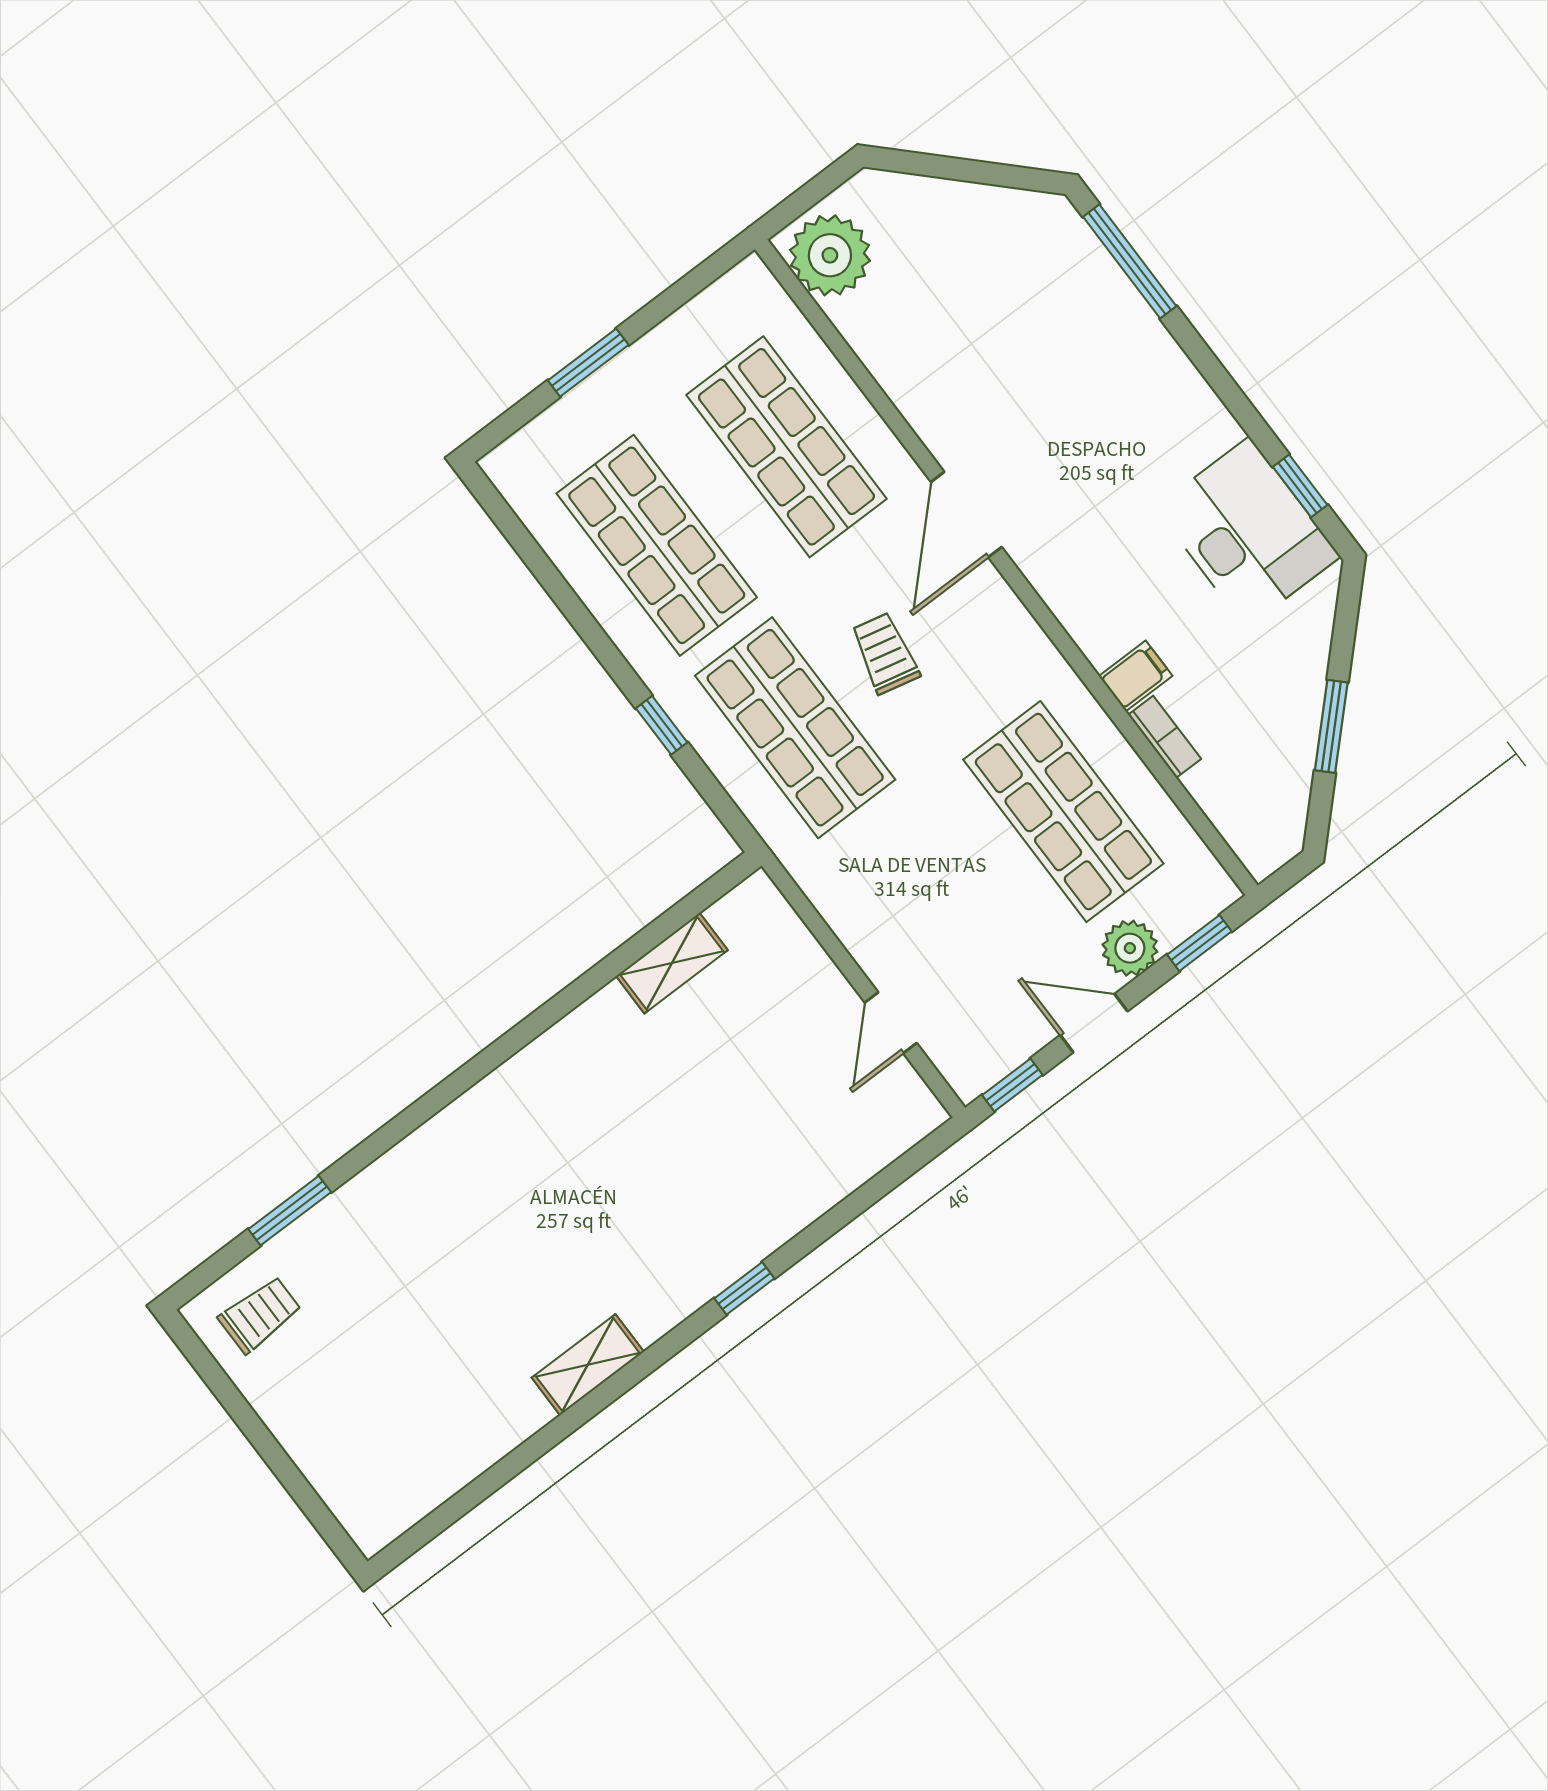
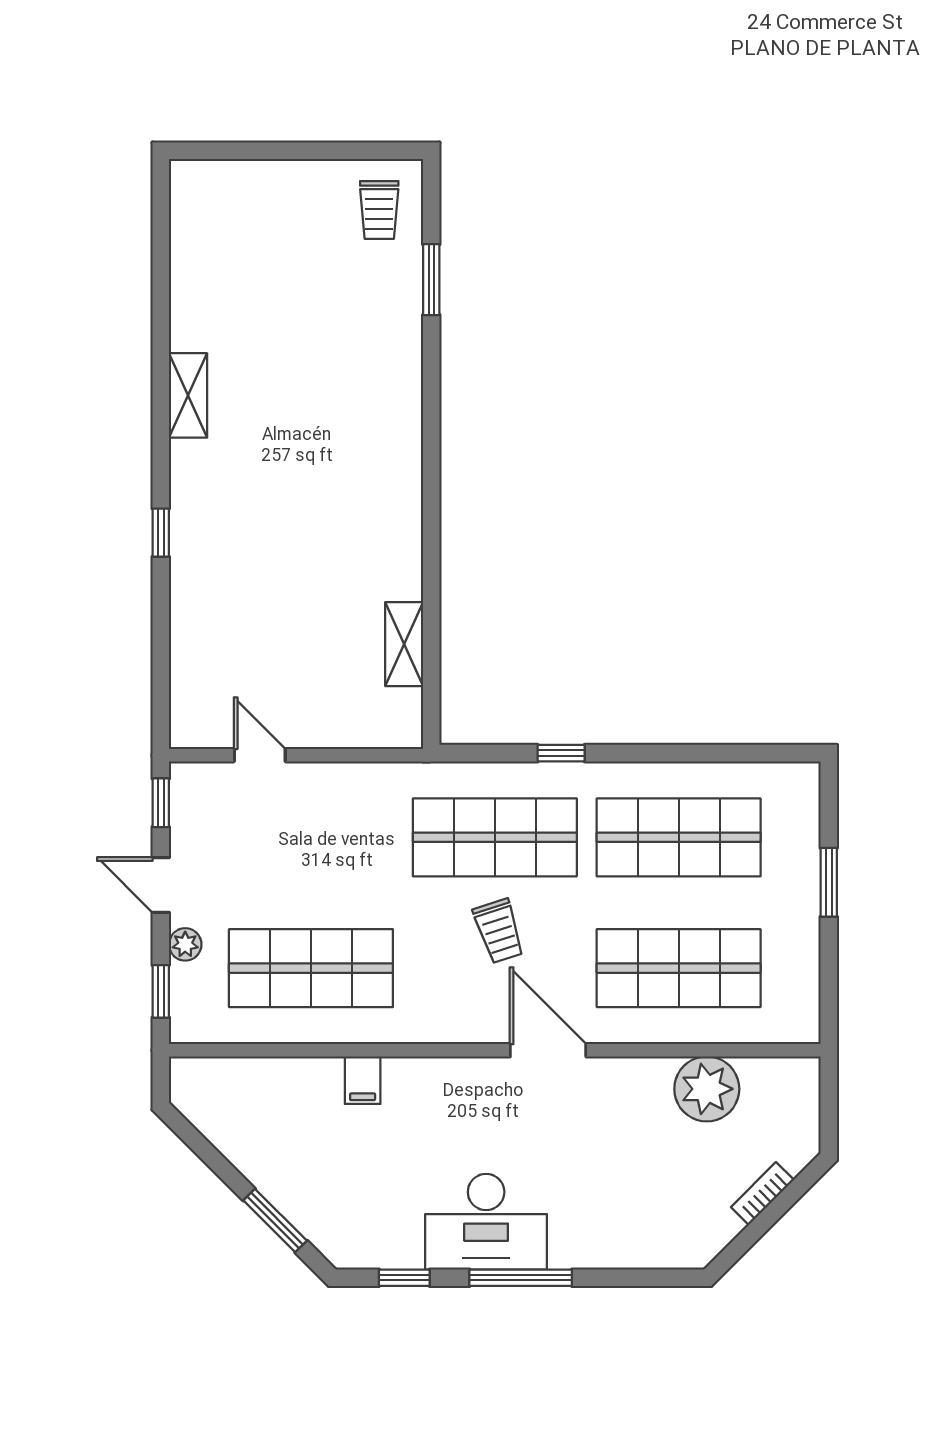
plant: (830, 255) -> (707, 1089), moved
window: (1130, 261) -> (521, 1278), moved
desk: (1248, 532) -> (486, 1222), moved
trolley: (885, 653) -> (499, 931), turned 59
window: (1331, 726) -> (275, 1221), moved
bookcase: (1165, 737) -> (762, 1193), moved, turned 135
plant: (1130, 948) -> (185, 944), width x0.73, depth x0.73
door: (1094, 1023) -> (161, 885), swing flipped

